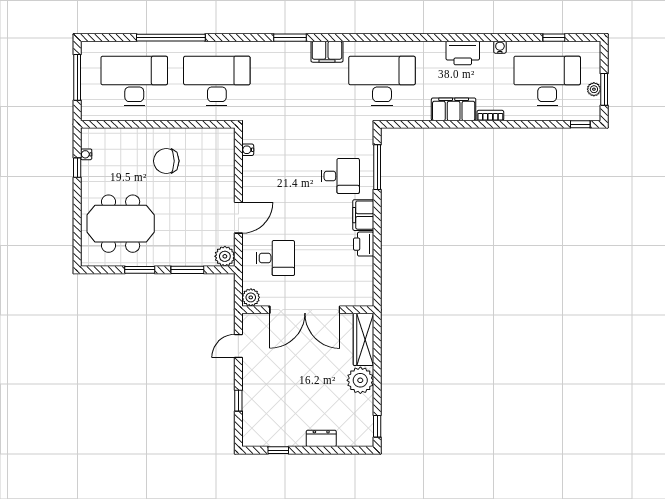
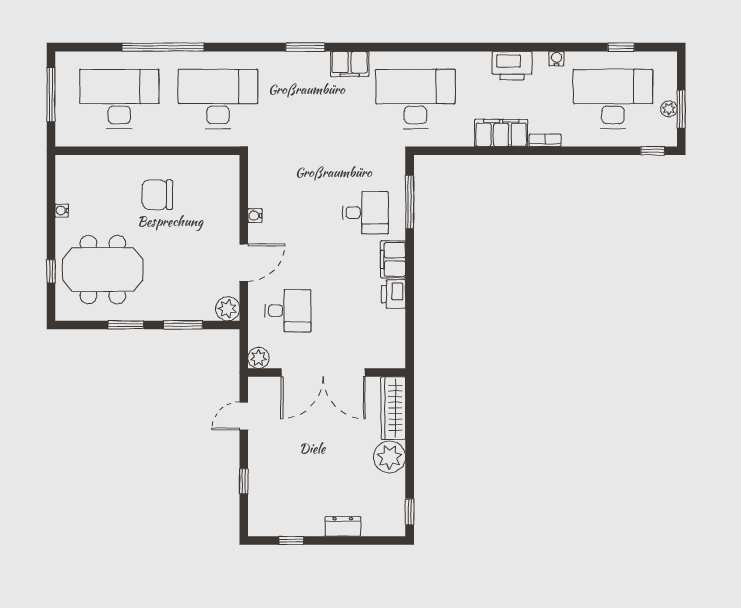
water cooler: (248, 150) -> (255, 216), moved
water cooler: (86, 154) -> (62, 211), moved
window: (77, 168) -> (51, 271), moved

